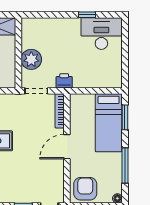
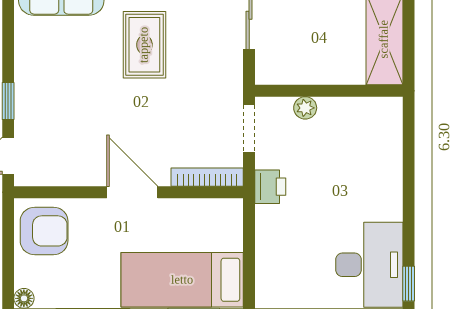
window: (87, 15) -> (409, 284), moved
plant: (31, 59) -> (305, 108), width x0.53, depth x0.53

